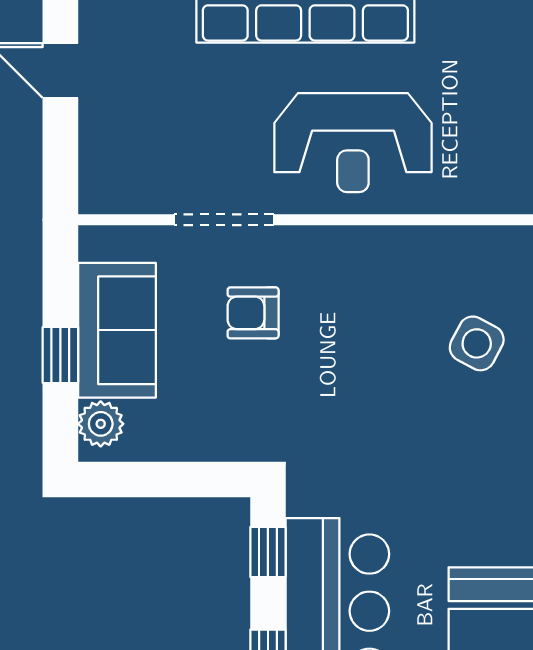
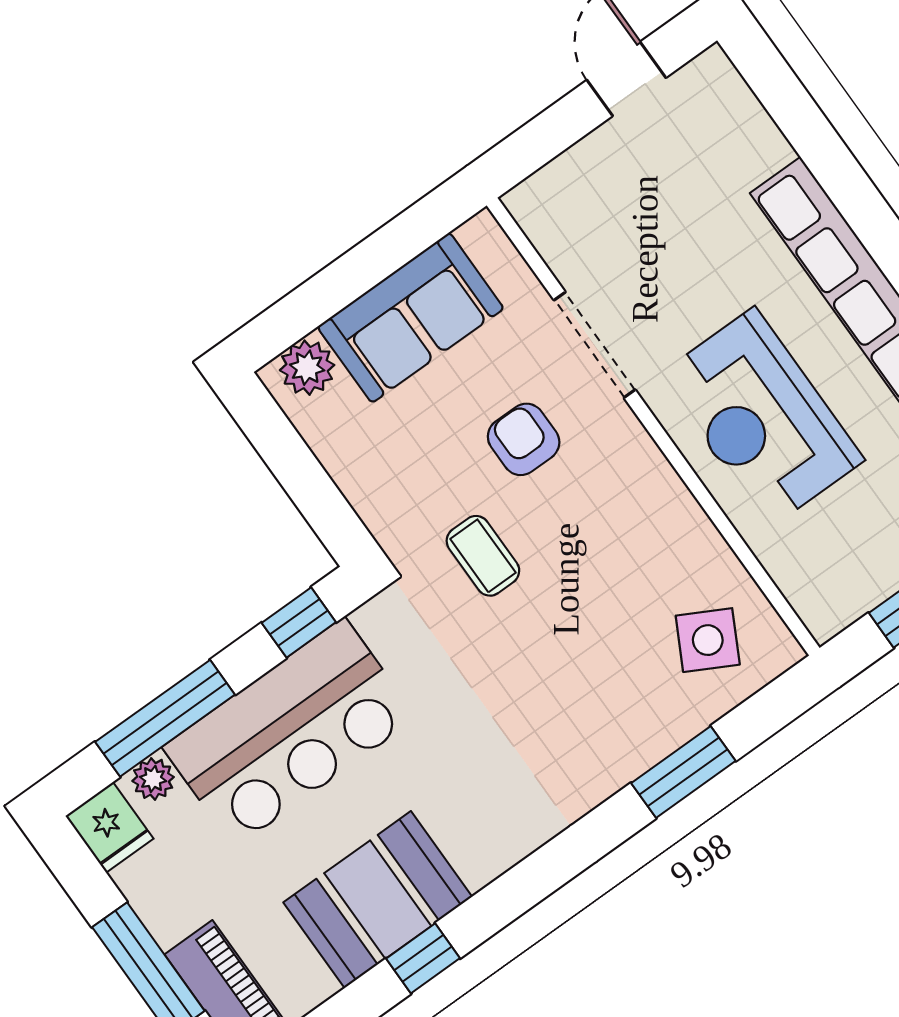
side table: (477, 343) -> (708, 640), moved
window: (60, 355) -> (346, 279), removed
coffee table: (312, 396) -> (483, 556), added

